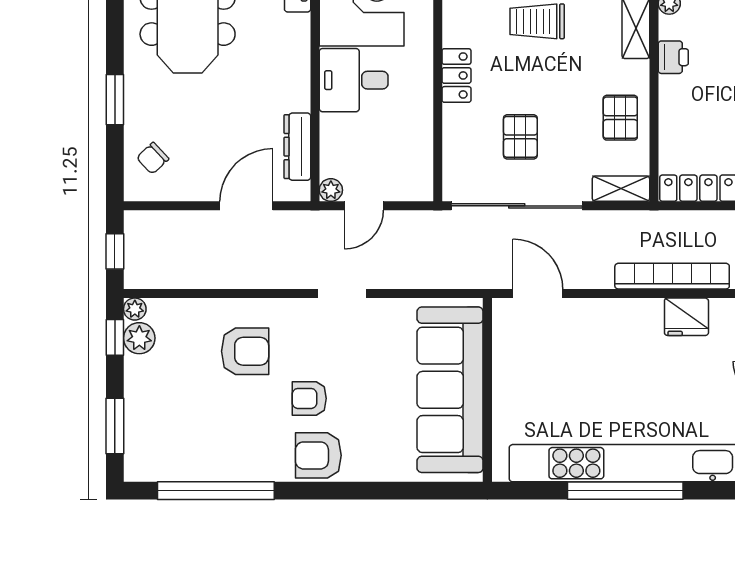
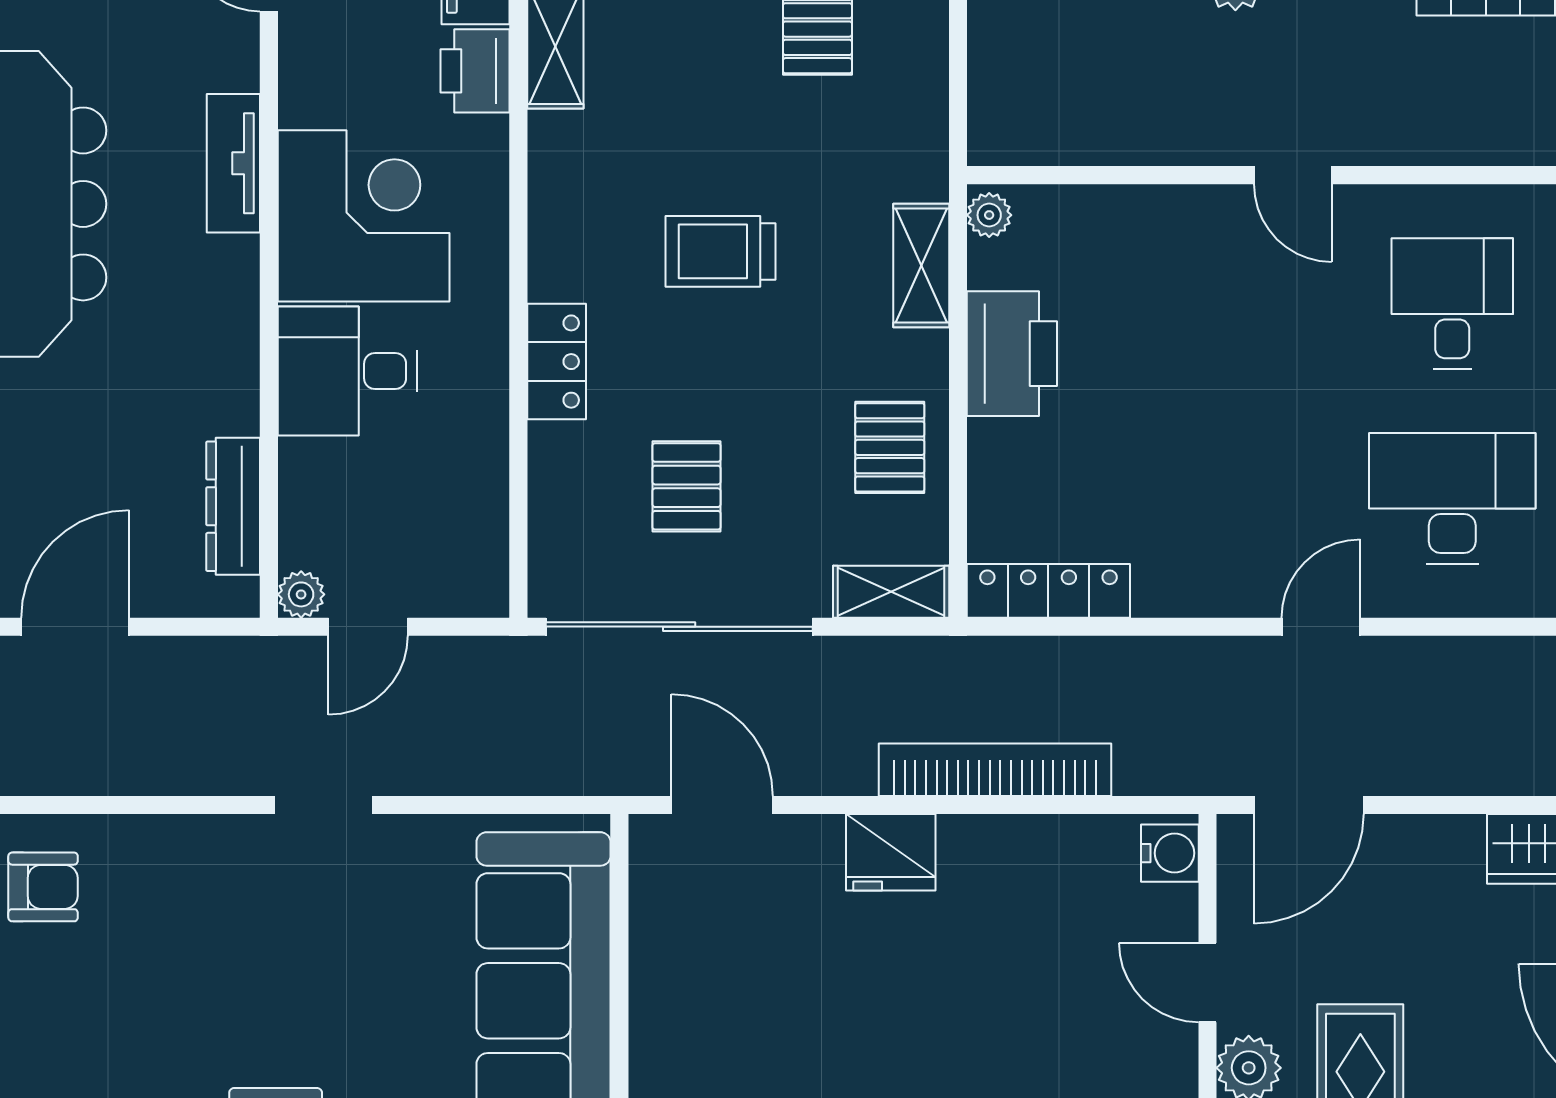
printer: (673, 57) -> (1012, 354), width x1.87, depth x1.48
door: (246, 206) -> (75, 627), moved
fridge: (686, 317) -> (891, 852), moved
armchair: (245, 351) -> (43, 887), moved, width x0.72, depth x0.72
armchair: (309, 398) -> (257, 1018), removed

